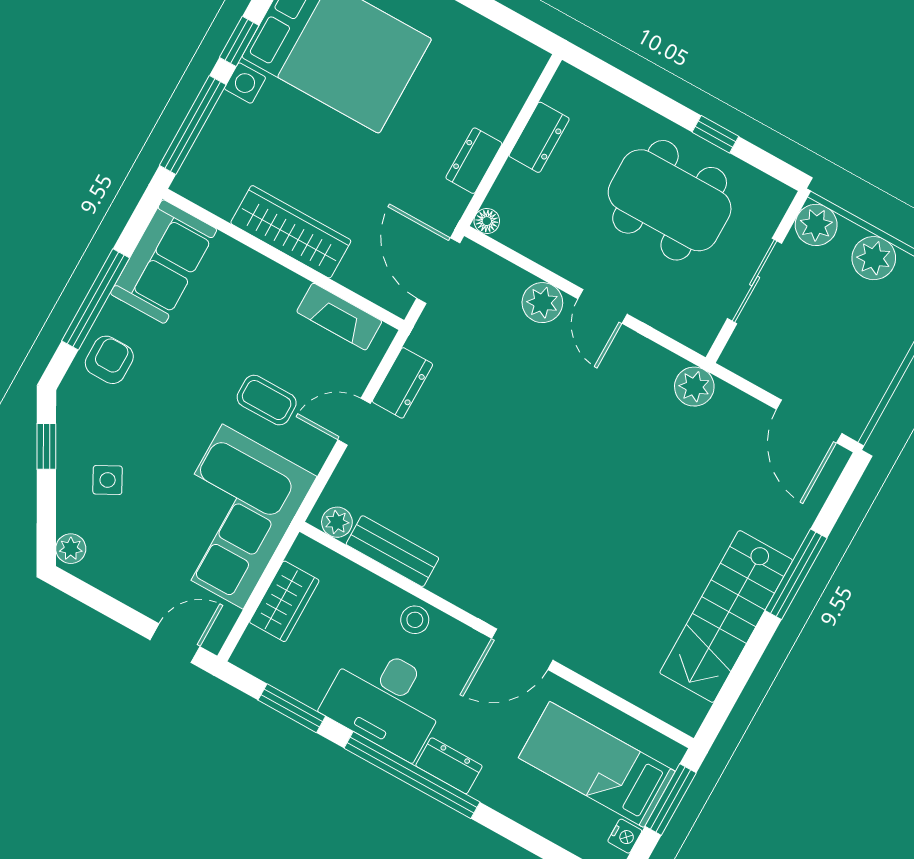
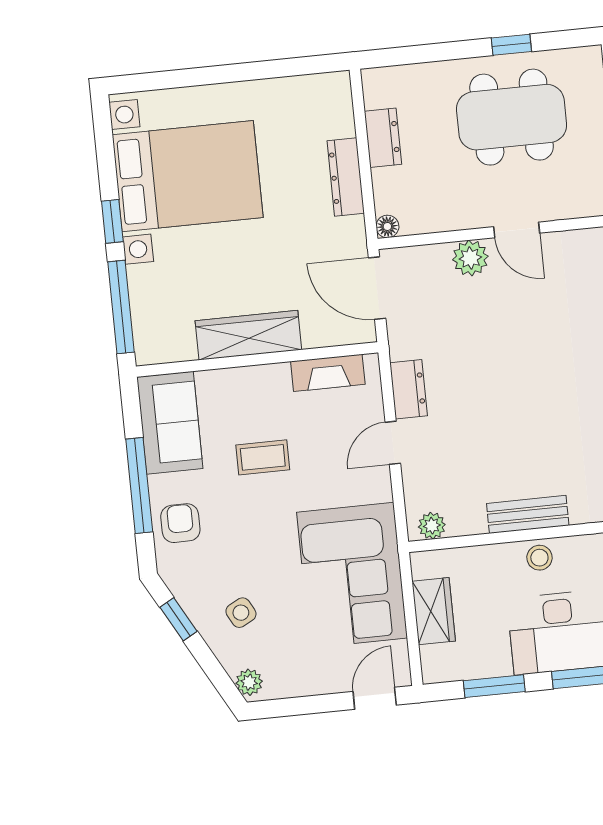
dresser: (474, 161) -> (346, 177), width x1.44
coffee table: (267, 400) -> (263, 457), moved
bench: (392, 551) -> (528, 514), moved

